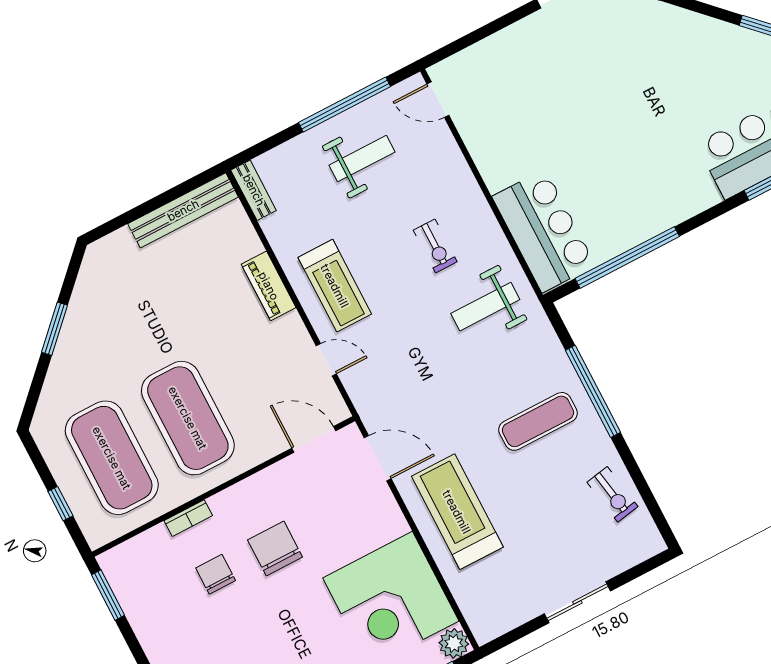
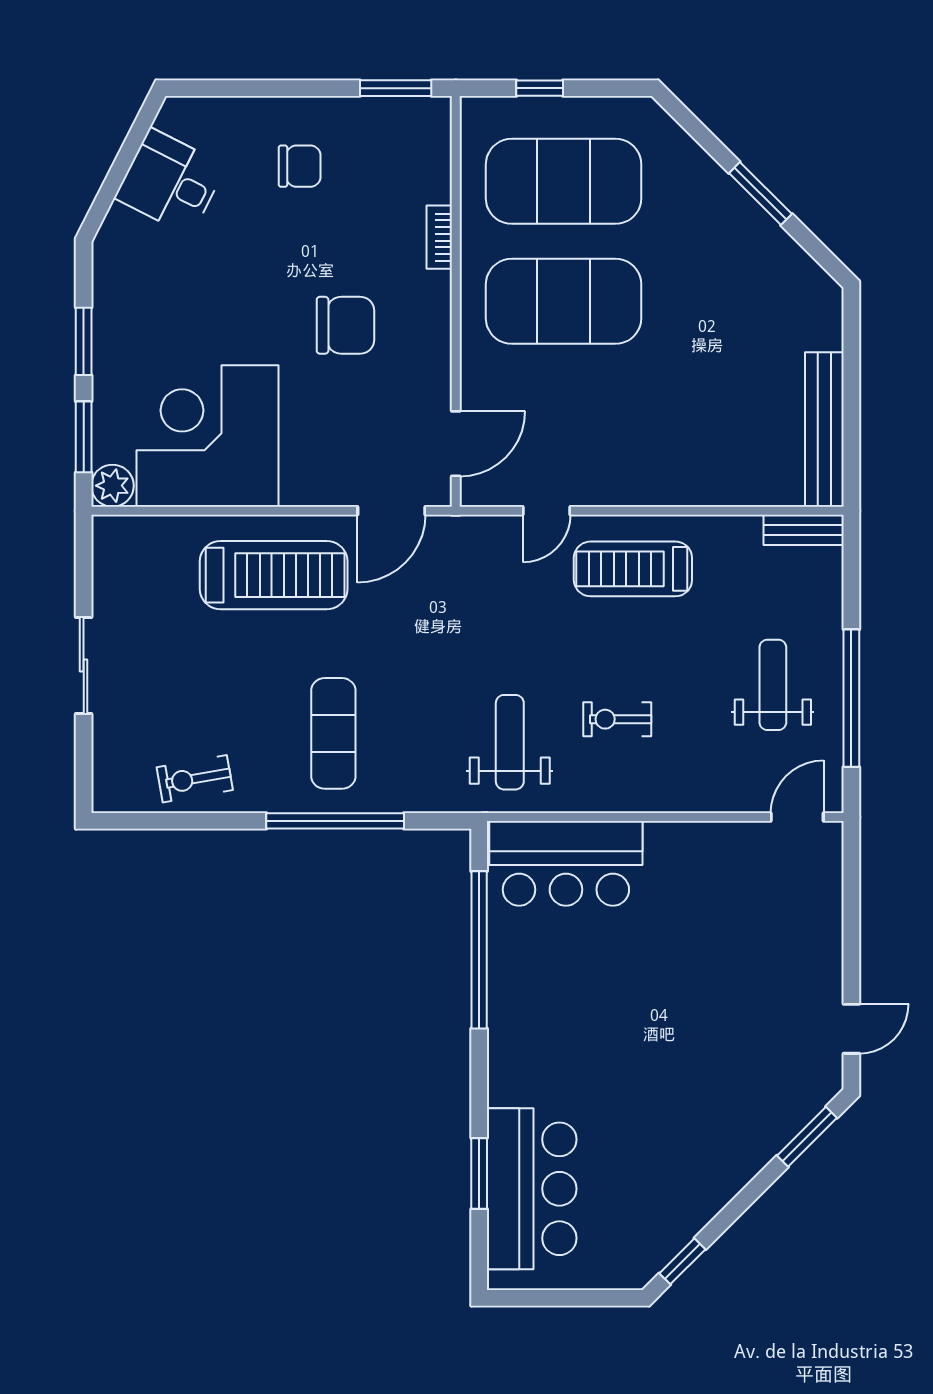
weight bench: (362, 159) -> (773, 685), turned 180
piano: (269, 286) -> (675, 487), removed
chair: (216, 574) -> (300, 166), moved

